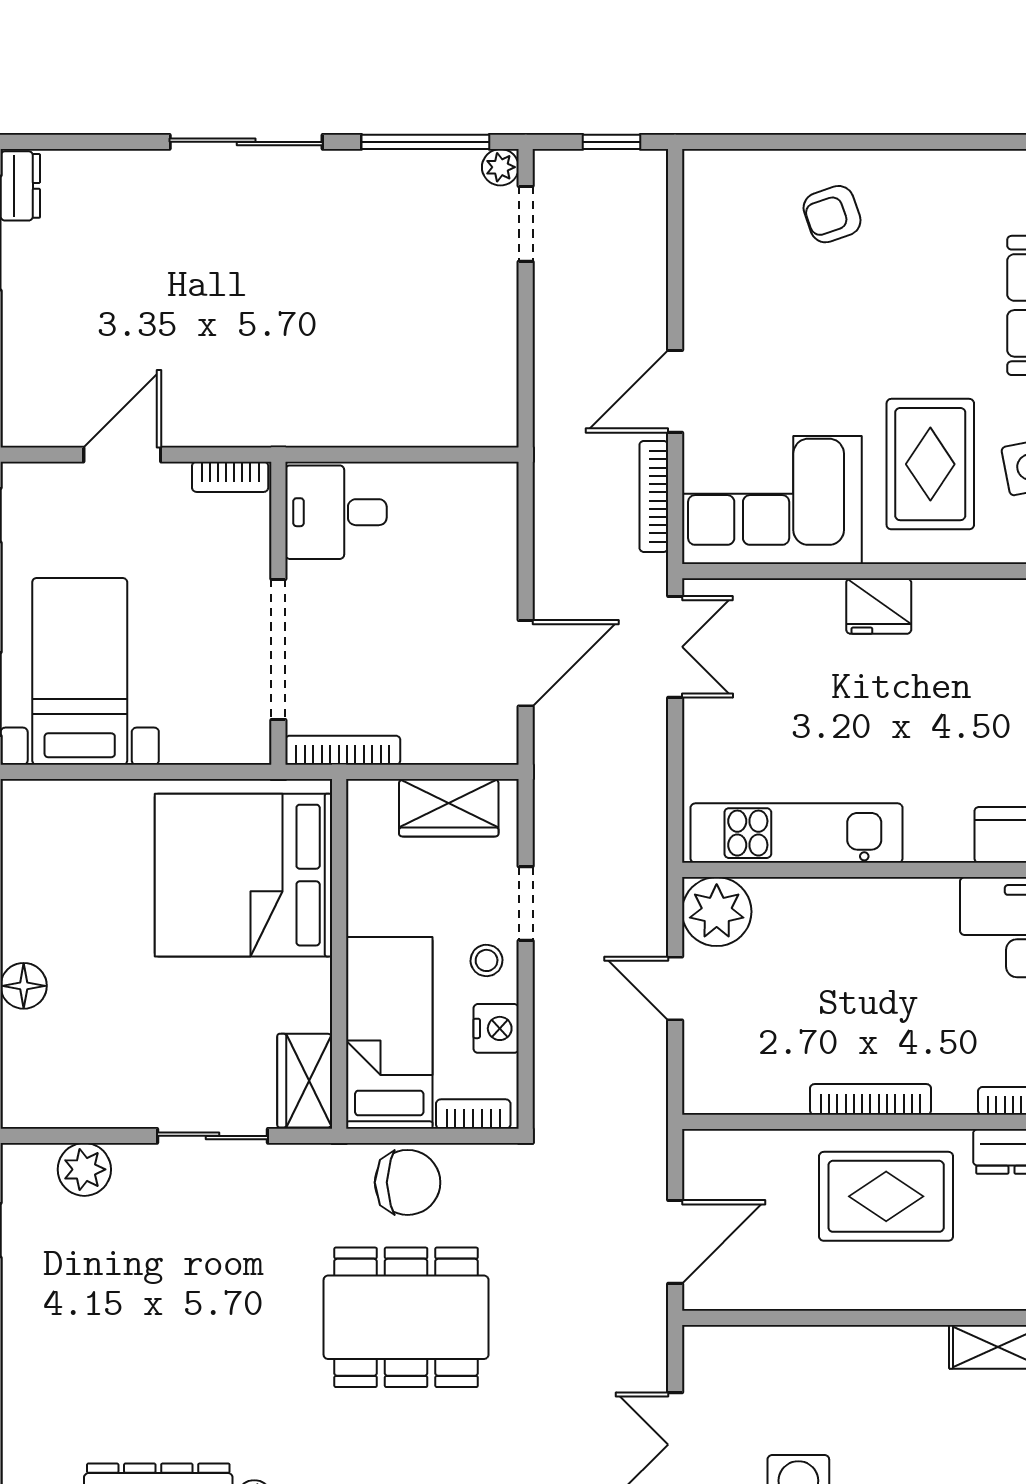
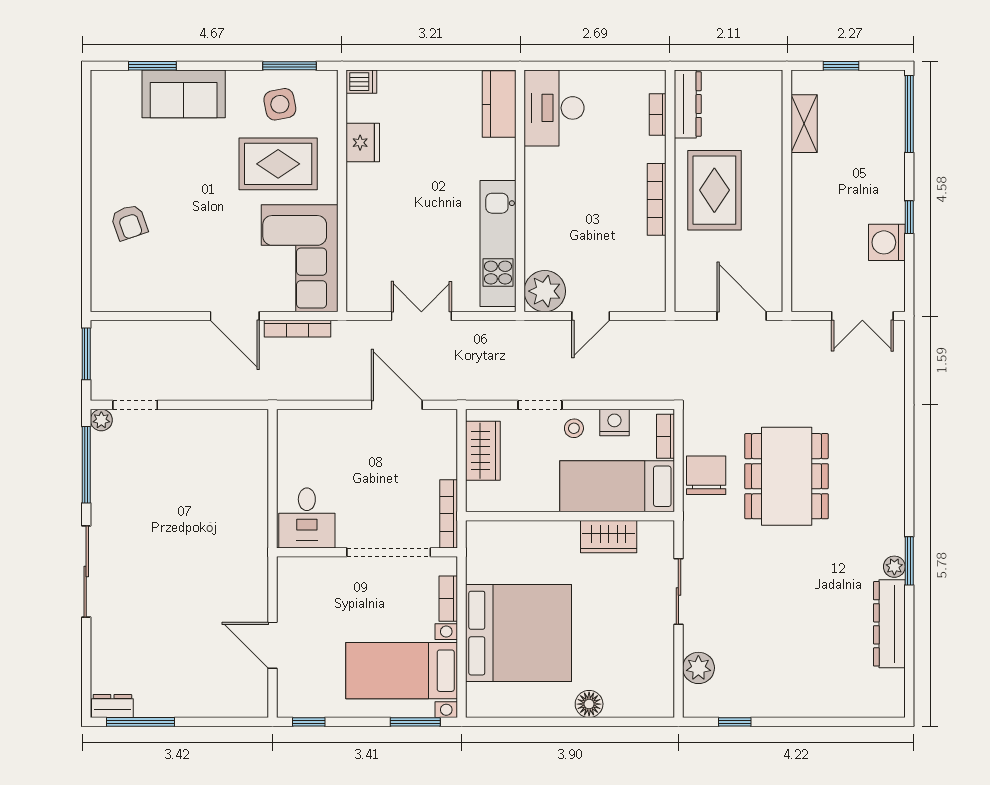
window: (611, 142) -> (86, 354), width x1.50
bookcase: (230, 477) -> (448, 599), moved, turned 180
fridge: (879, 606) -> (363, 143), moved
double door: (675, 647) -> (421, 316), moved
bed: (243, 875) -> (519, 633), moved, turned -90
wardrobe: (305, 1081) -> (609, 537), moved

